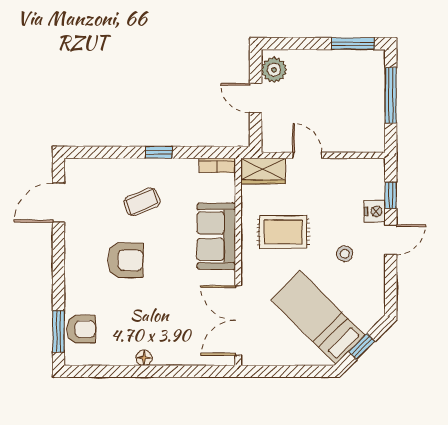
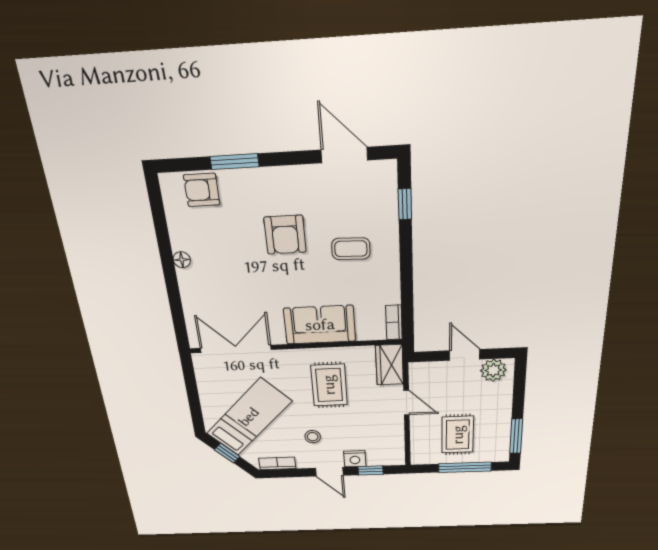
door: (256, 98) -> (465, 355), hinge flipped
rug: (349, 104) -> (458, 435), added
window: (159, 152) -> (405, 204), moved
door: (307, 155) -> (406, 403), hinge flipped
coffee table: (142, 202) -> (351, 249), turned -66
bookcase: (377, 294) -> (277, 463), added
armchair: (81, 329) -> (202, 190), turned 90
window: (58, 331) -> (235, 162), moved

